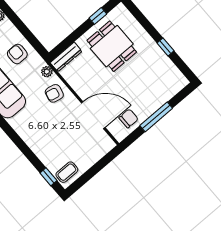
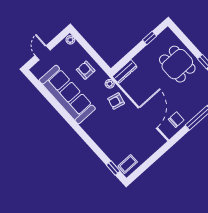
dining table: (112, 46) -> (177, 64), moved
door: (93, 115) -> (148, 118), hinge flipped

